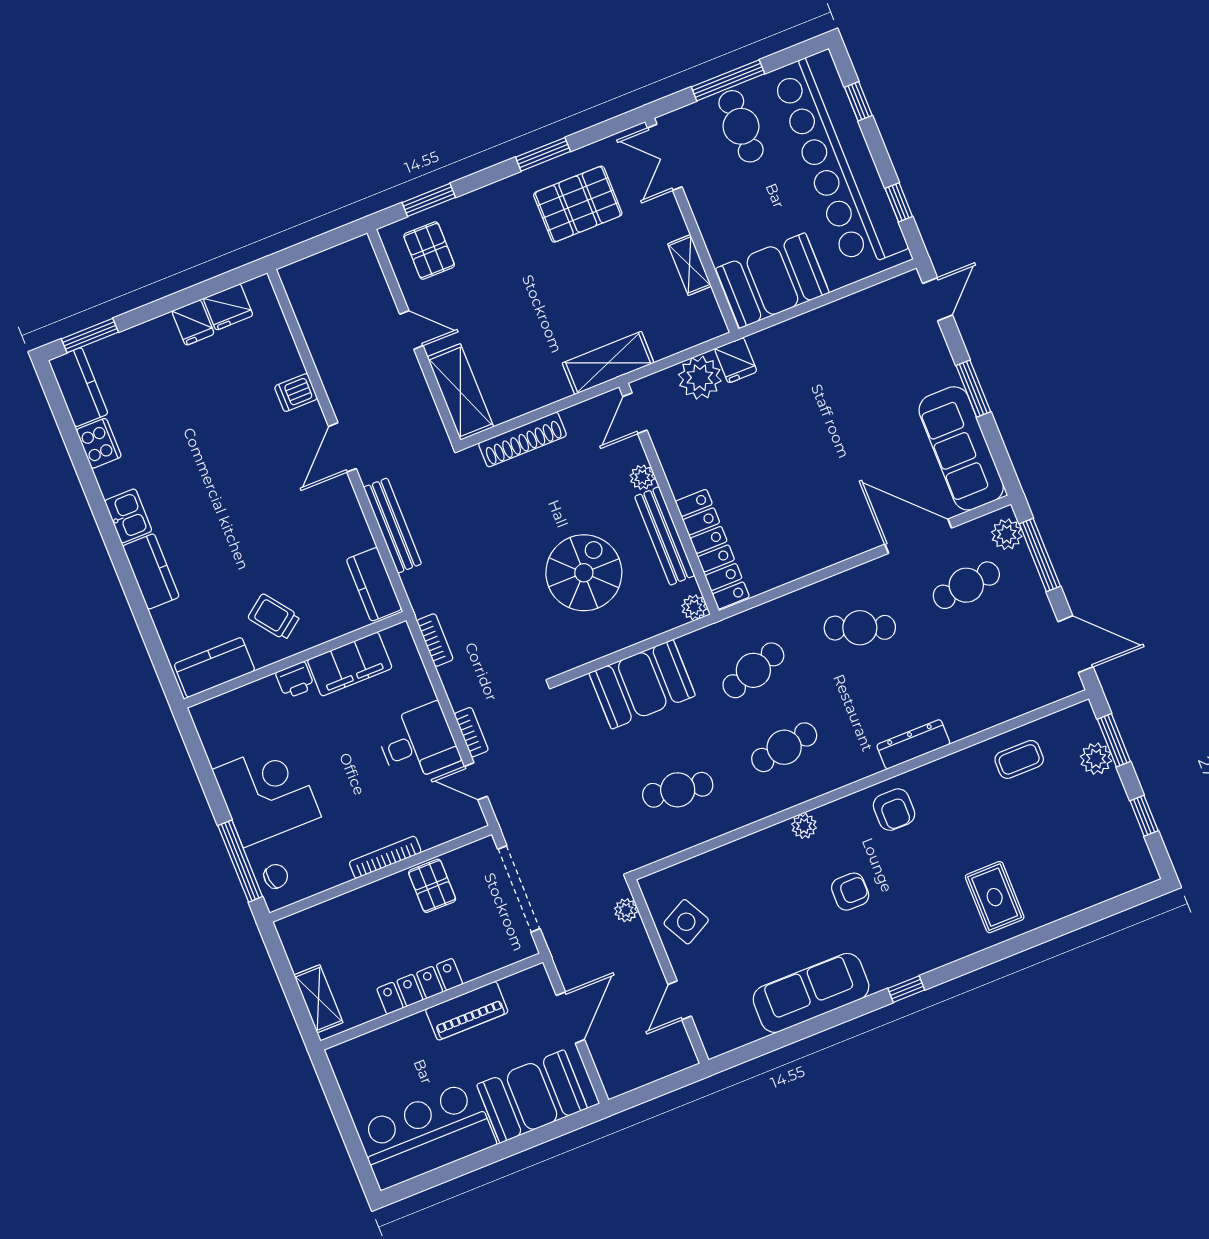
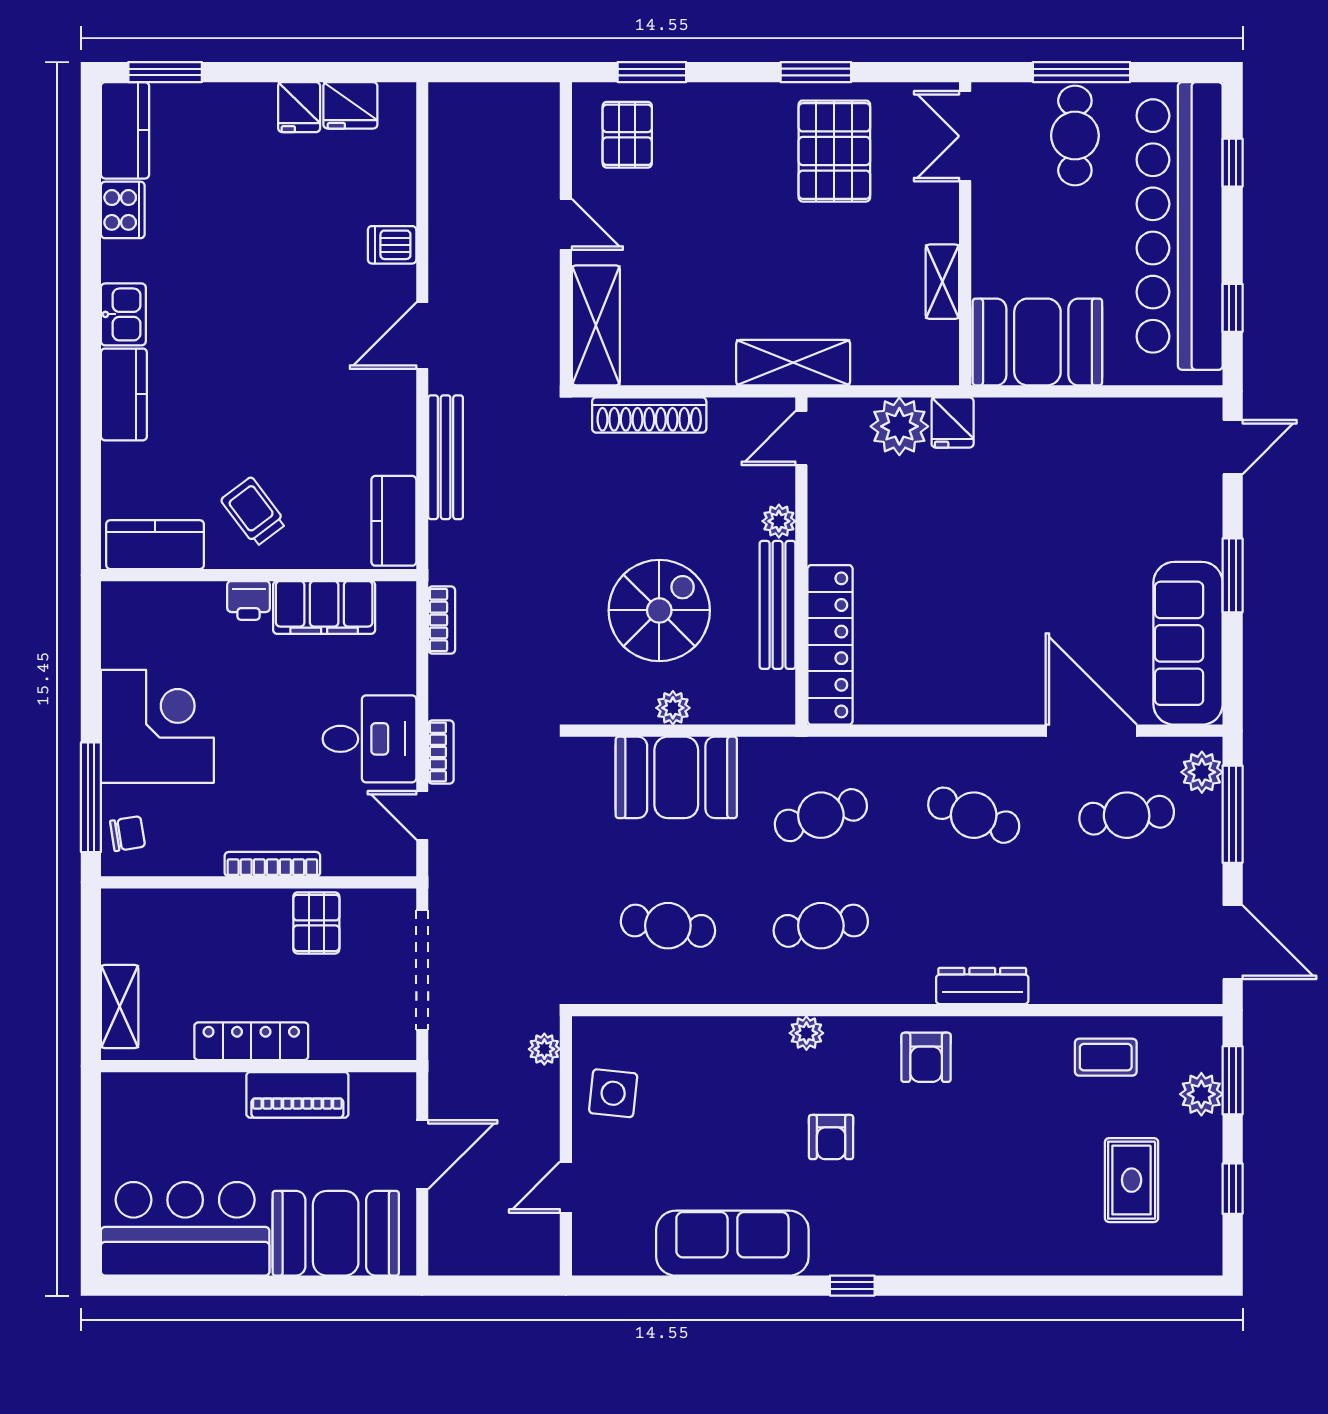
pallet: (578, 204) -> (834, 151), turned 90
plant: (694, 607) -> (673, 708), moved
armchair: (850, 892) -> (831, 1137), turned 90
rug: (995, 897) -> (1132, 1180), moved
side table: (686, 922) -> (613, 1093), turned 34

